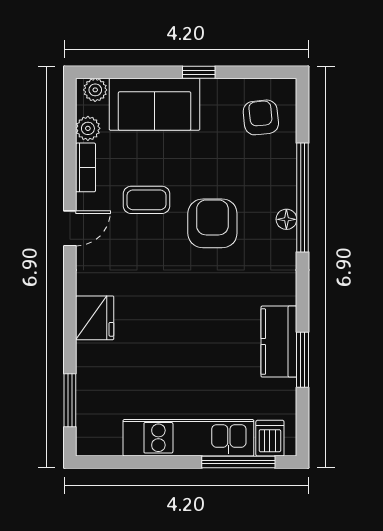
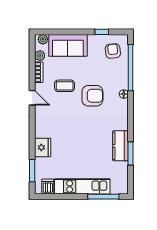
window: (199, 72) -> (102, 32), moved
window: (303, 198) -> (131, 68), moved
armchair: (212, 223) -> (92, 96), turned 90
door: (70, 228) -> (32, 98), hinge flipped
fridge: (95, 318) -> (43, 147), moved
dishwasher: (270, 438) -> (48, 187), moved

